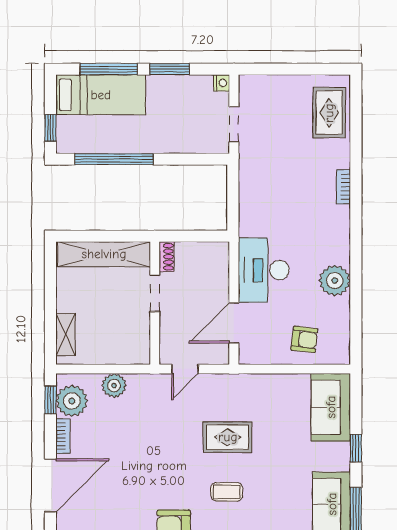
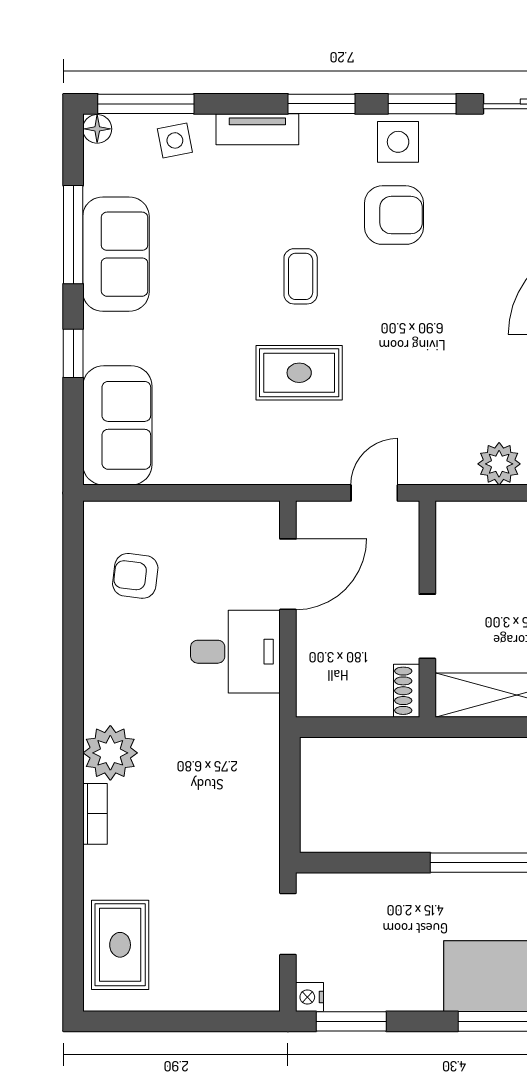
window: (170, 69) -> (351, 1021), moved
desk: (264, 270) -> (235, 652), width x0.73
plant: (335, 281) -> (110, 753), moved
armchair: (304, 339) -> (135, 576), moved
coffee table: (227, 492) -> (301, 276), turned 90

